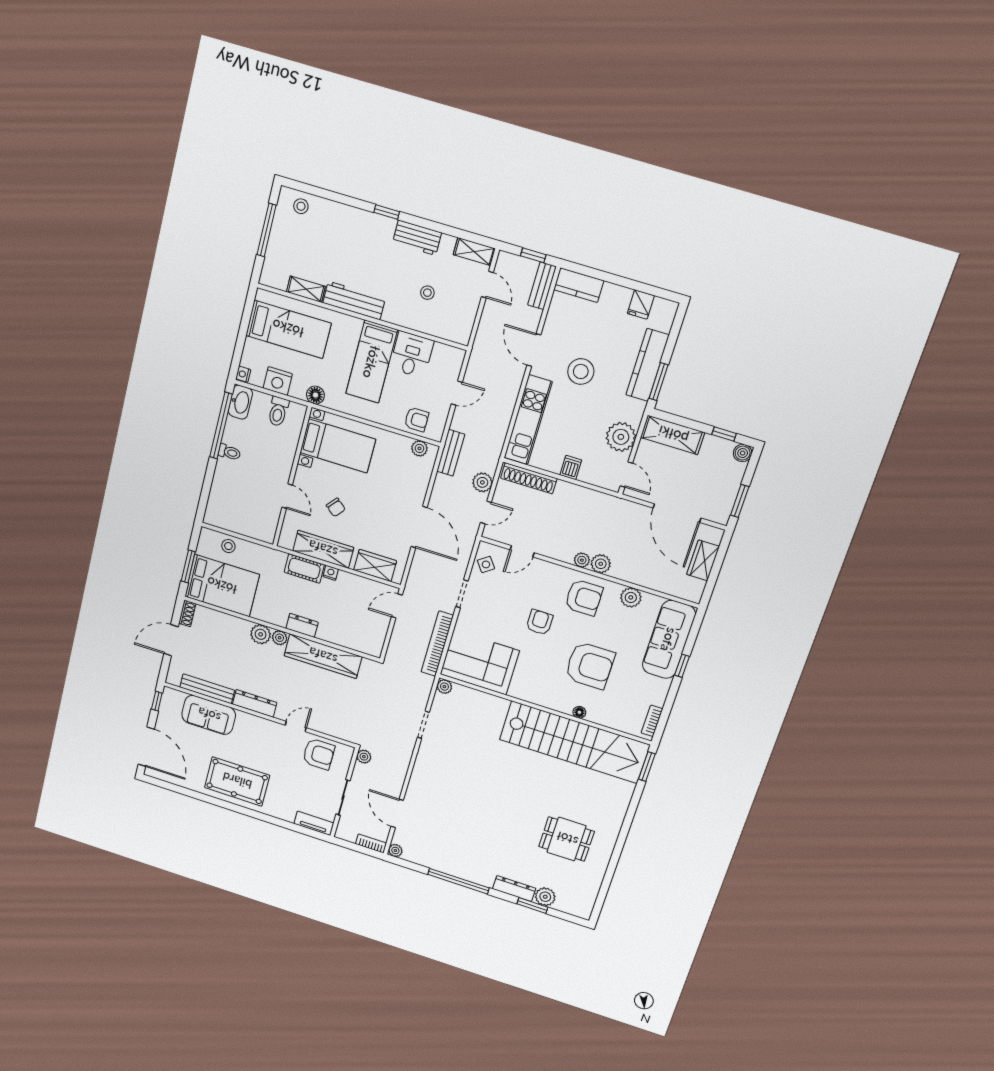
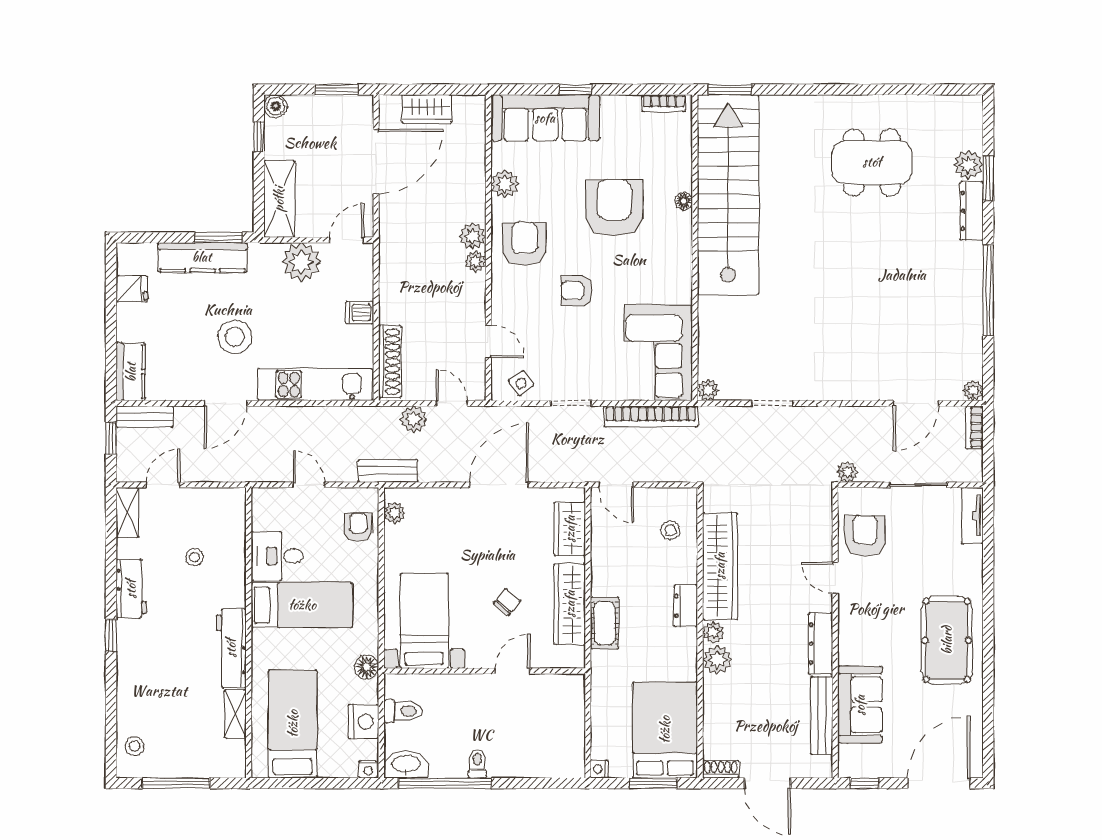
stool: (228, 546) -> (670, 530), moved
nightstand: (331, 573) -> (599, 769), moved
dining table: (567, 839) -> (872, 162), width x1.37

